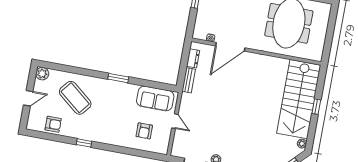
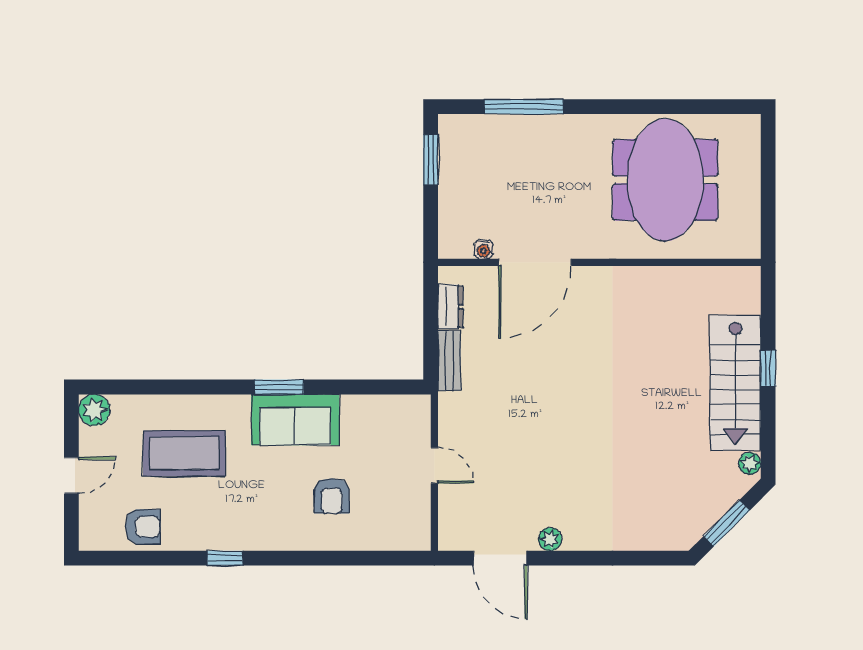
coffee table: (75, 98) -> (184, 453), turned -39
sofa: (155, 98) -> (295, 420), moved
stairs: (299, 99) -> (735, 383), width x0.73, depth x0.66
armchair: (144, 131) -> (332, 496), moved

